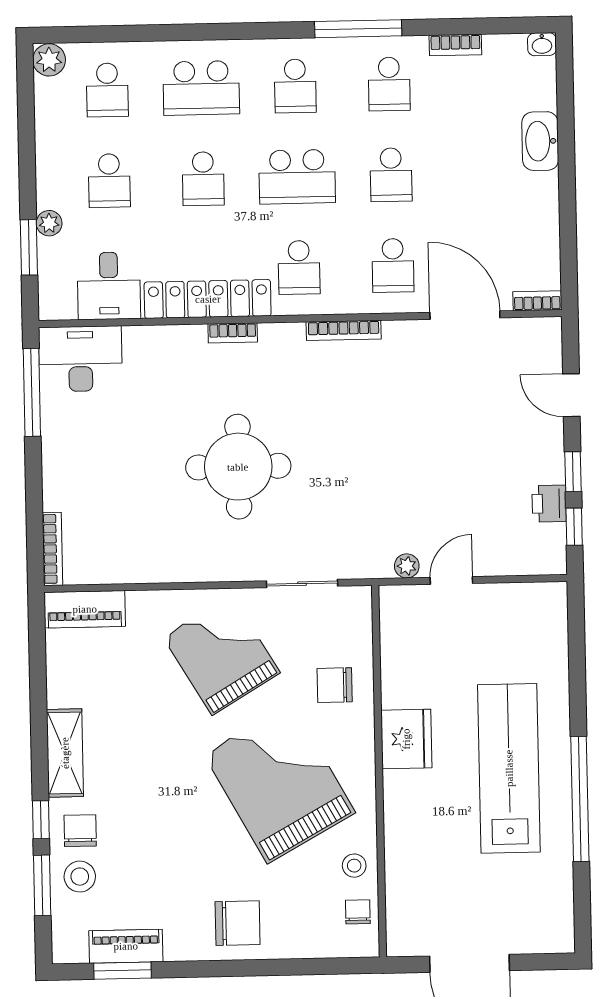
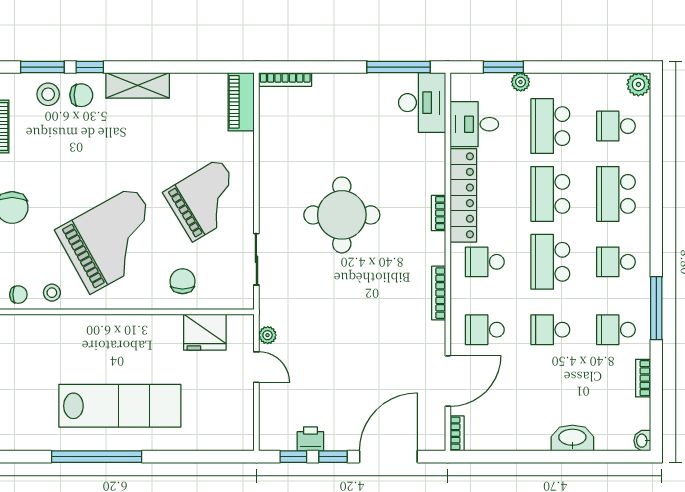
school desk: (203, 179) -> (550, 194), width x1.85
school desk: (109, 181) -> (550, 126), width x1.85
door: (571, 395) -> (388, 457), width x1.88
fridge: (406, 739) -> (205, 332), moved

